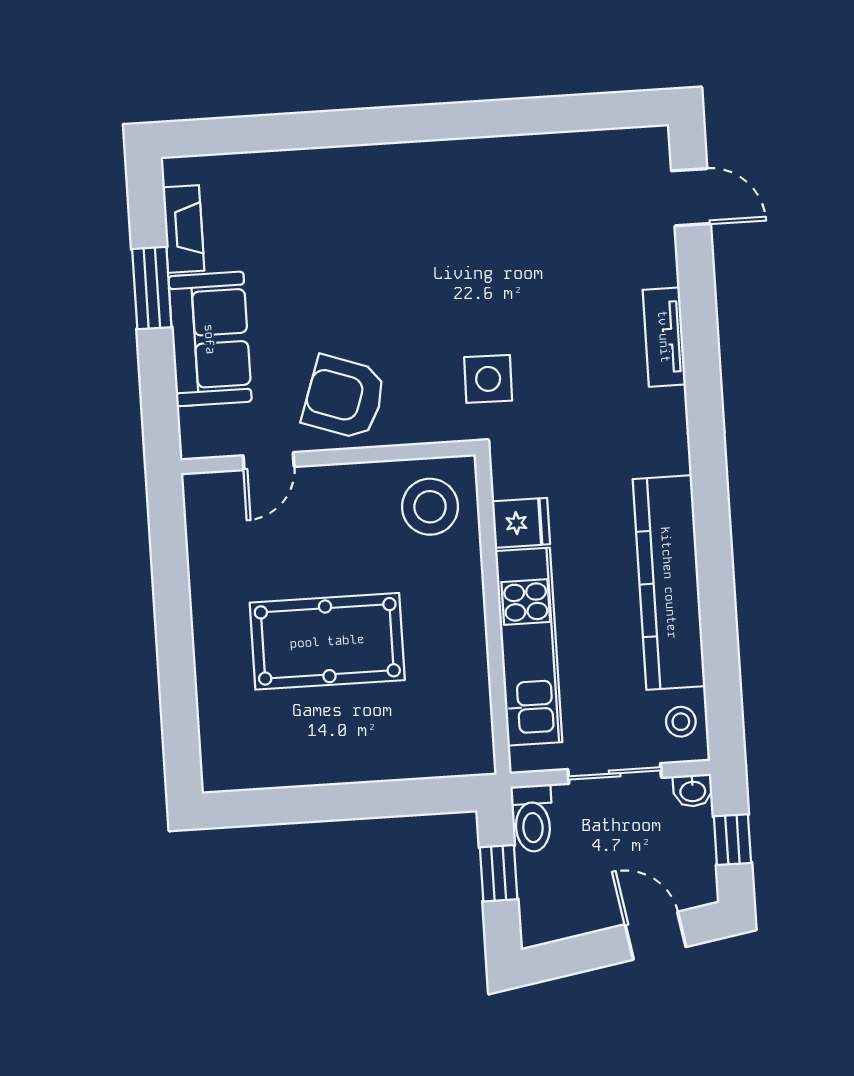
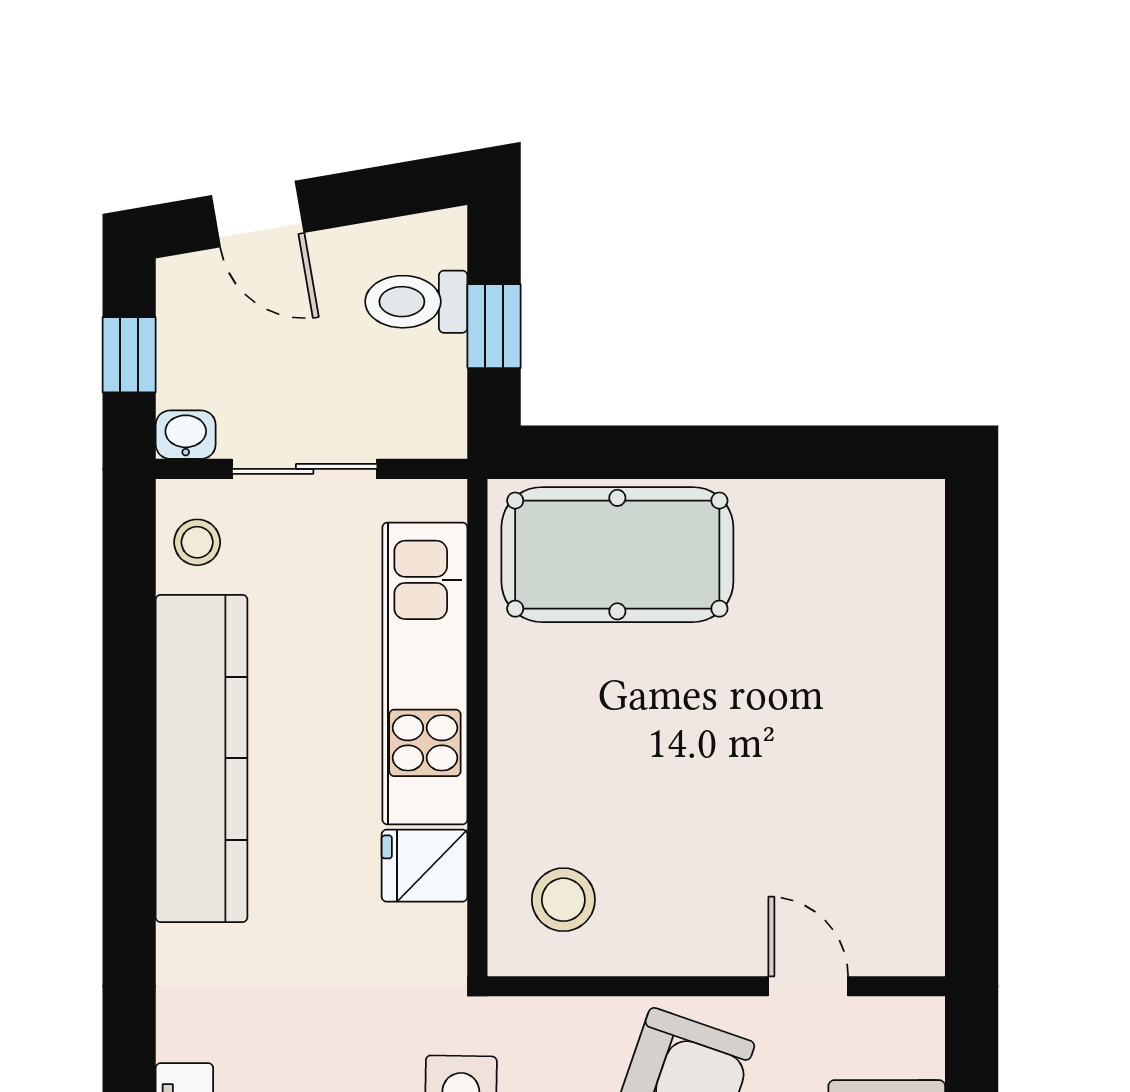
door: (269, 461) -> (808, 986), hinge flipped
stool: (430, 507) -> (563, 900), width x0.73, depth x0.73
pool table: (327, 641) -> (617, 555), moved
toilet: (532, 818) -> (416, 302), moved, turned -90

